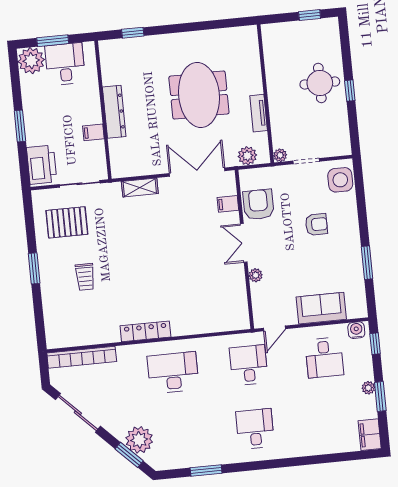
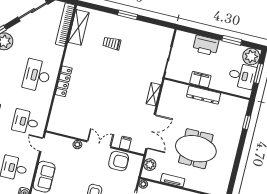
window: (20, 126) -> (232, 40), moved
filing cabinet: (93, 132) -> (200, 79), width x2.00
printer: (42, 165) -> (206, 45), moved
pallet: (67, 222) -> (148, 44), removed
locker: (145, 331) -> (64, 81), moved
shelving: (79, 335) -> (79, 27), added
desk: (249, 365) -> (26, 122), turned 180
desk: (173, 373) -> (37, 75), turned 180

